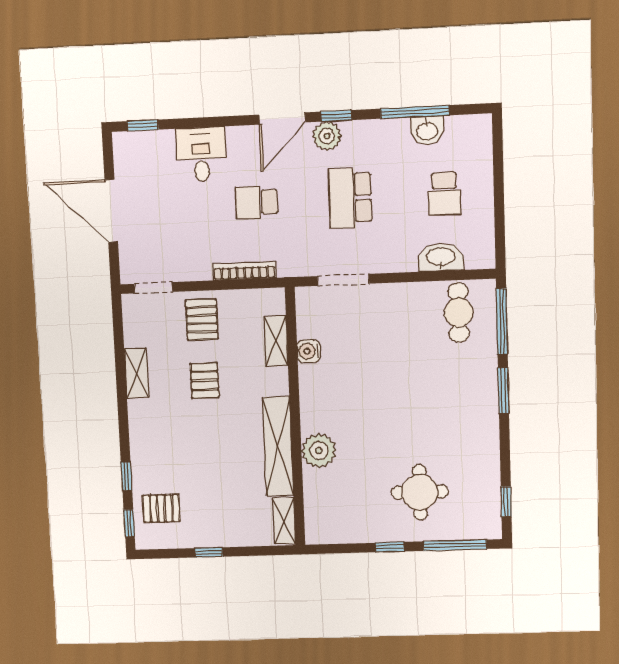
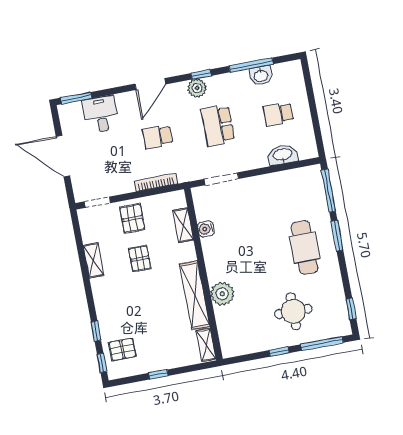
door: (282, 118) -> (150, 84), moved
window: (143, 125) -> (76, 98), width x1.50
desk: (201, 154) -> (101, 114), moved
school desk: (444, 194) -> (278, 114), turned 90
cafe table: (459, 312) -> (305, 248), moved, width x1.37, depth x1.35

